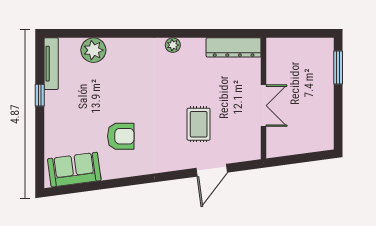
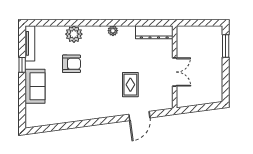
plant: (93, 50) -> (74, 34), moved
armchair: (121, 136) -> (71, 64), moved
sofa: (74, 170) -> (35, 86), moved, turned 98

